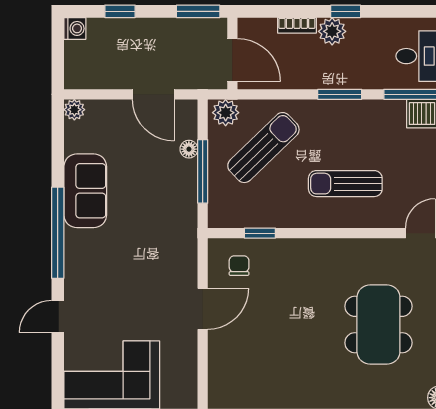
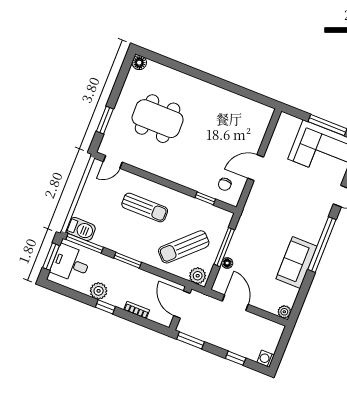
plant: (332, 31) -> (99, 291), moved
dining table: (378, 325) -> (158, 119), turned 90

